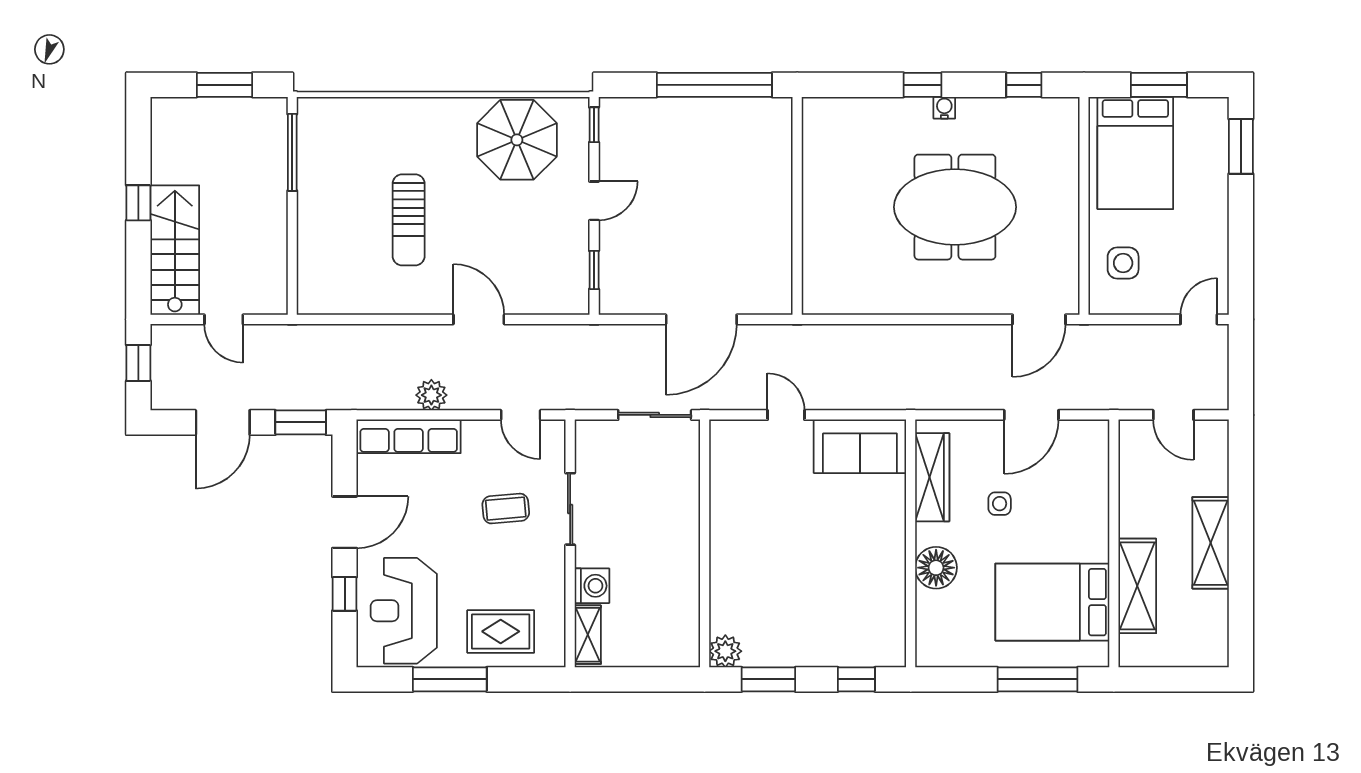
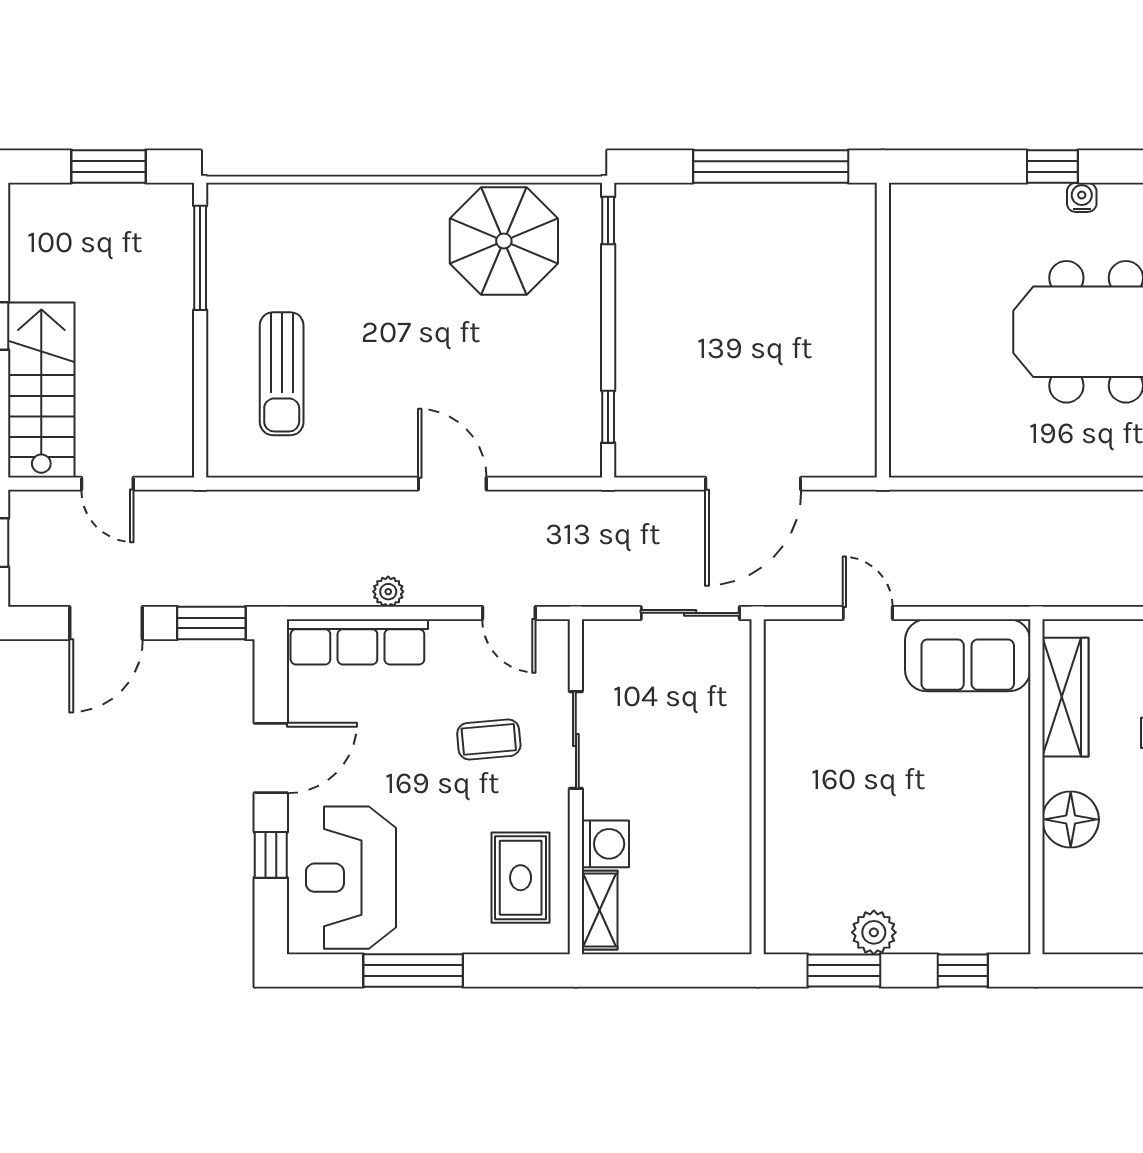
door: (594, 201) -> (608, 323), removed
sun lounger: (409, 220) -> (282, 374), moved
plant: (431, 395) -> (388, 592), width x0.73, depth x0.73
rug: (501, 631) -> (521, 878), moved, turned 90
plant: (725, 651) -> (874, 932), moved

